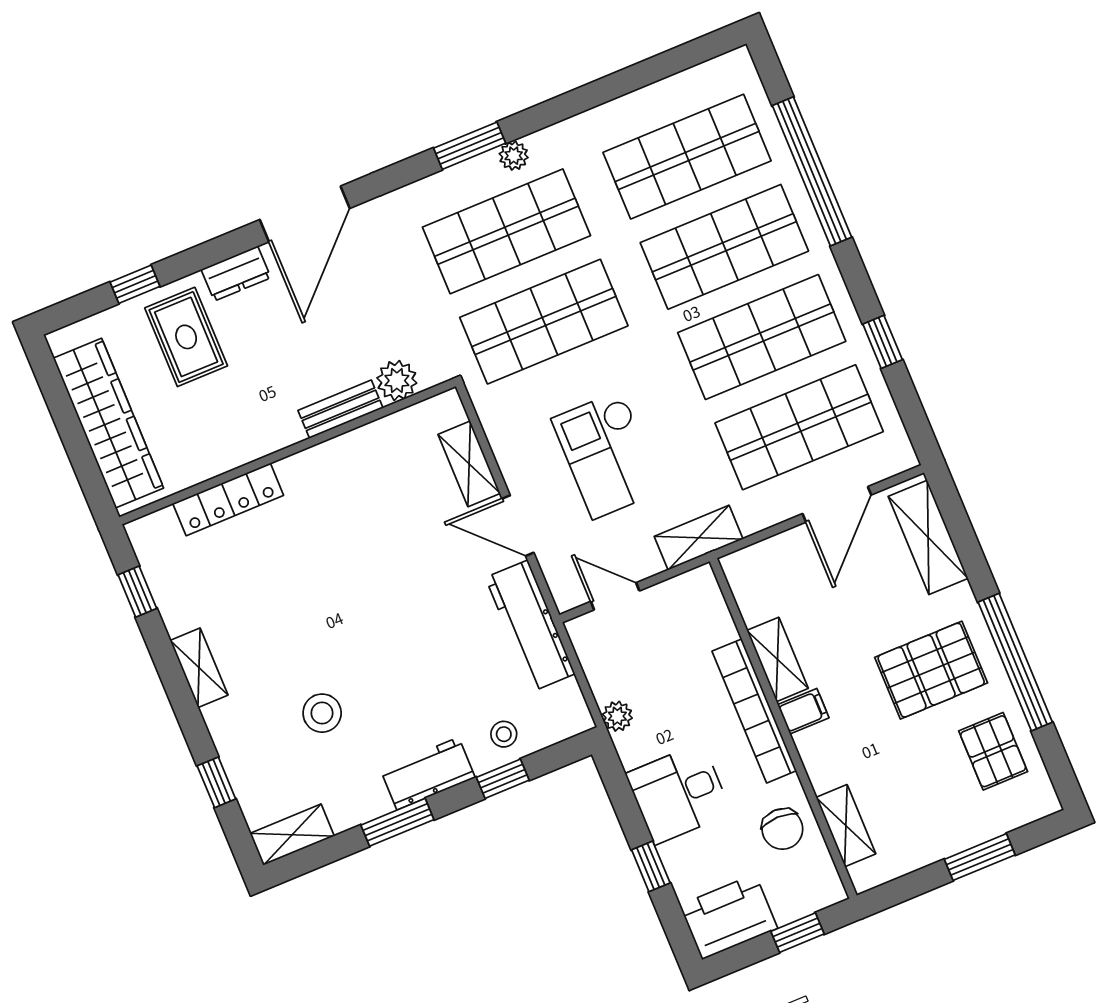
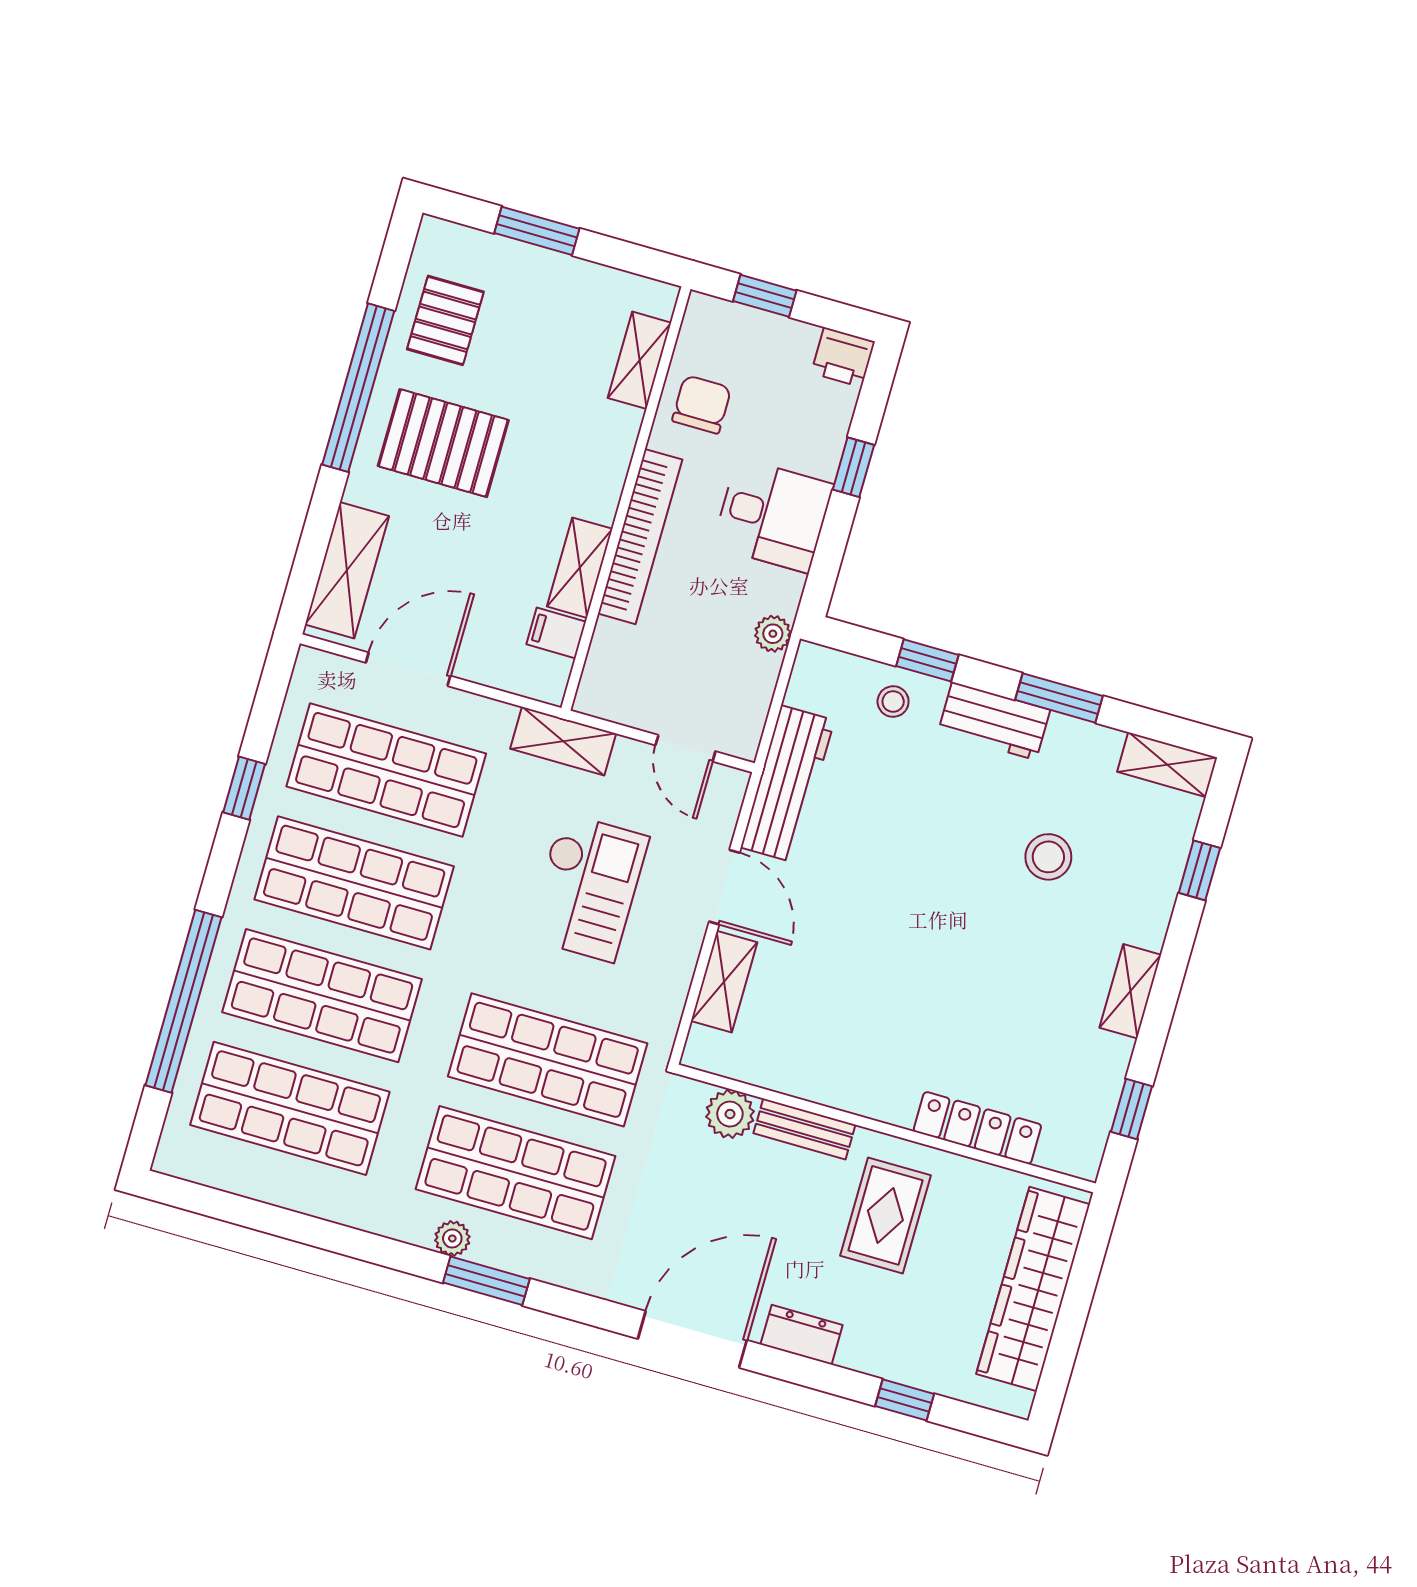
rug: (186, 337) -> (885, 1215), moved
filing cabinet: (803, 711) -> (556, 633), moved
printer: (729, 917) -> (843, 357), width x0.53, depth x0.68

